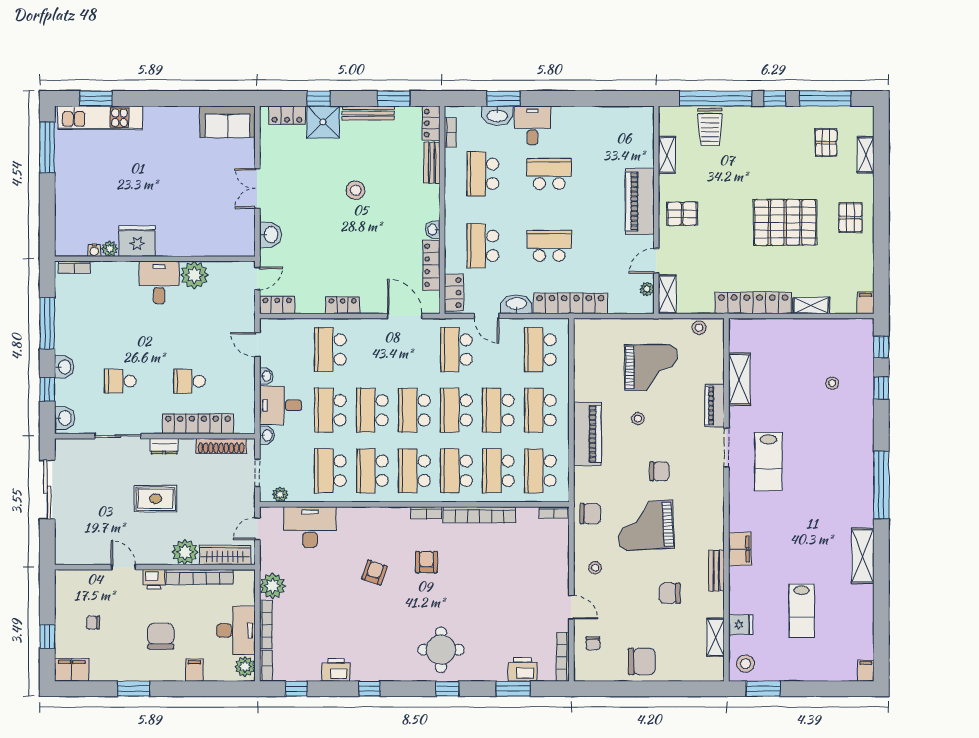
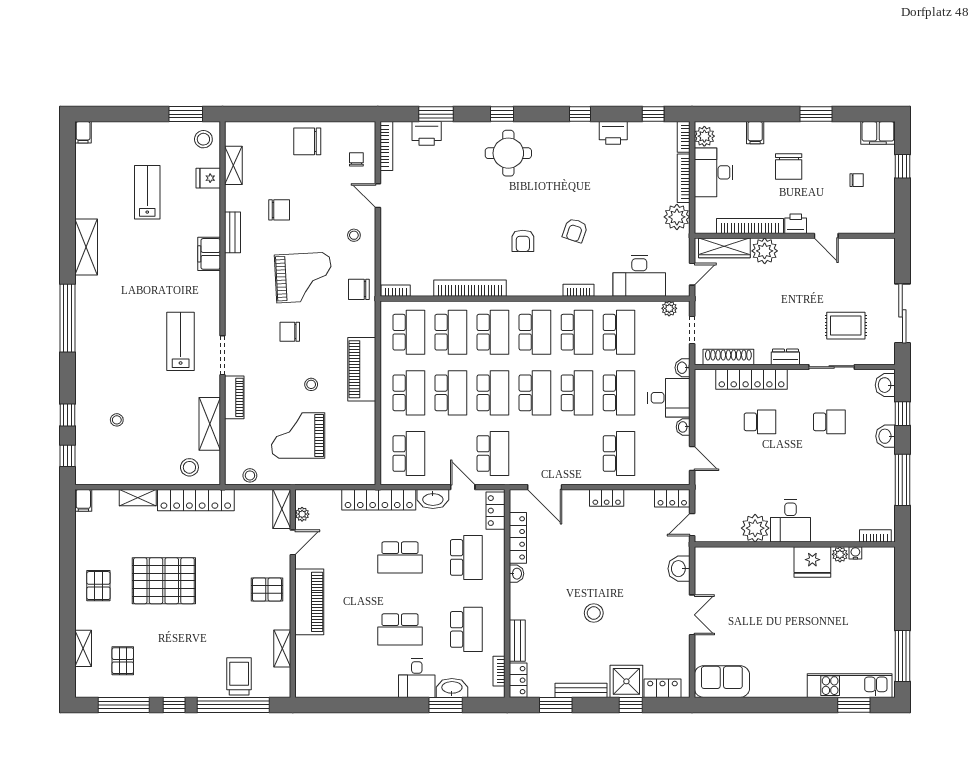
stool: (759, 336) -> (189, 467), added
rug: (156, 499) -> (846, 326), moved
bookcase: (426, 513) -> (578, 290), moved

